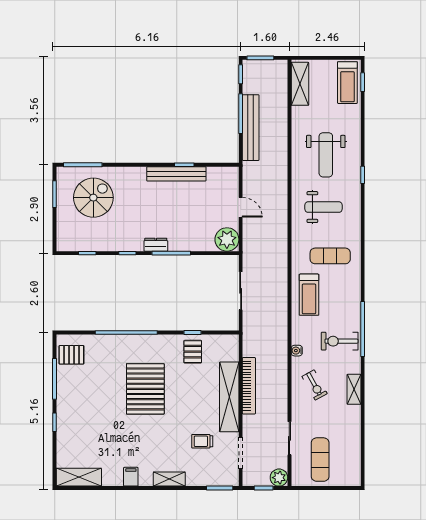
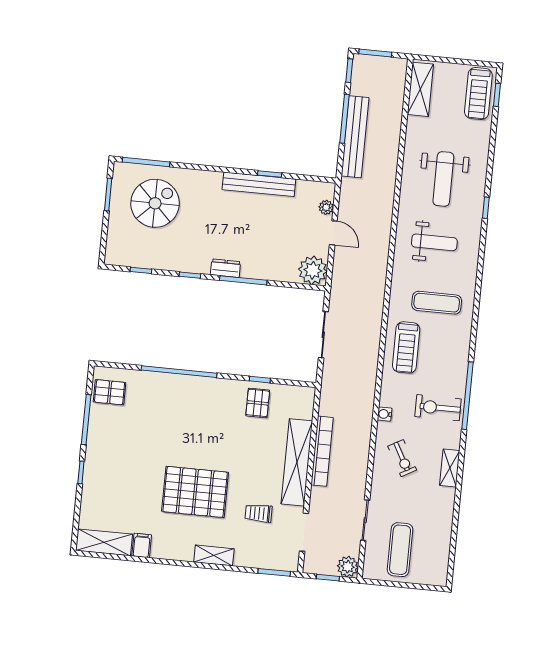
plant: (233, 187) -> (326, 207), added
pallet: (145, 389) -> (195, 492), moved, turned 90
filing cabinet: (131, 477) -> (142, 545), moved

